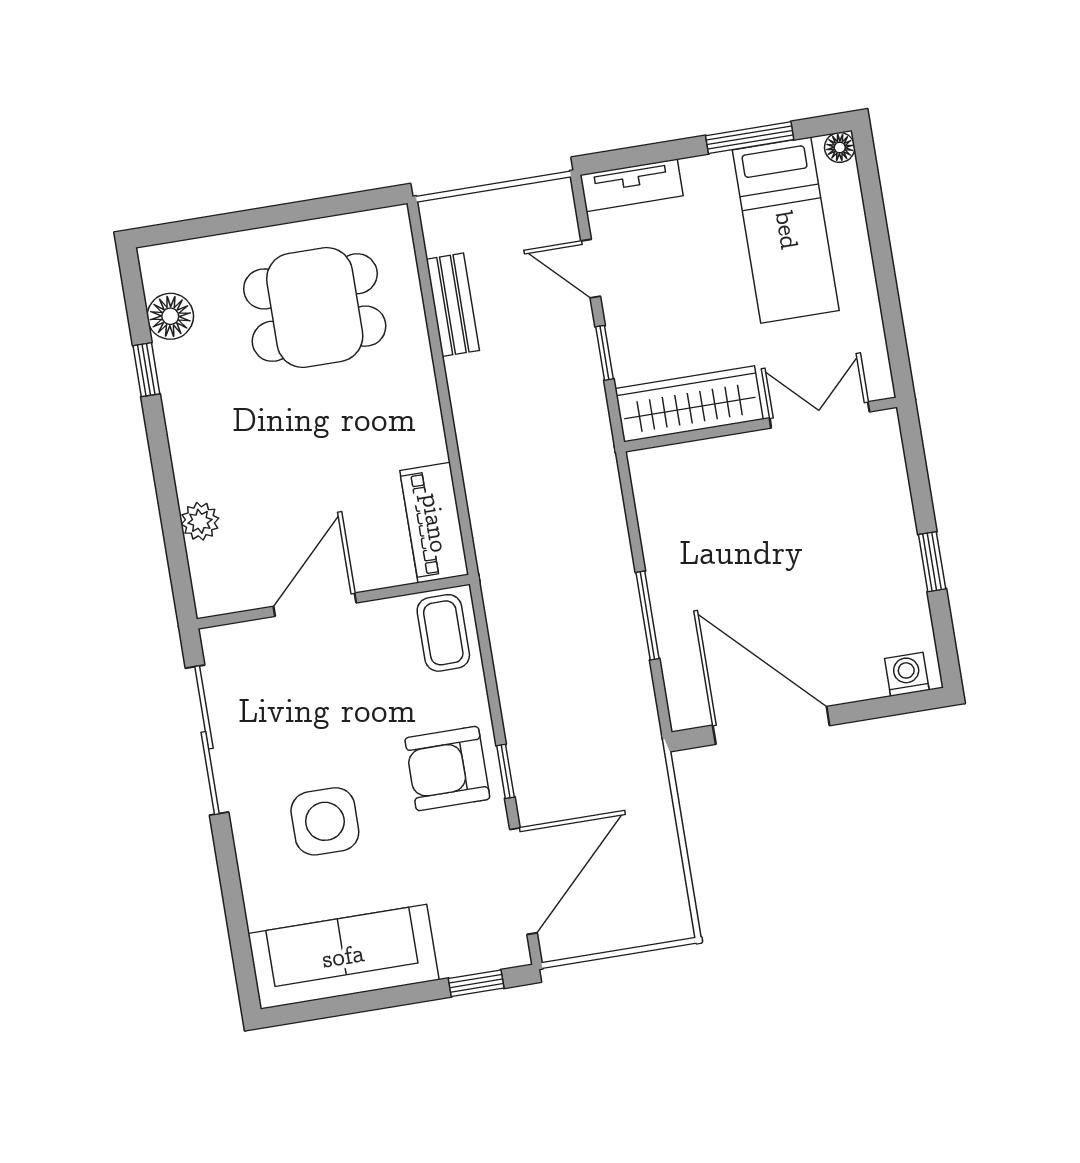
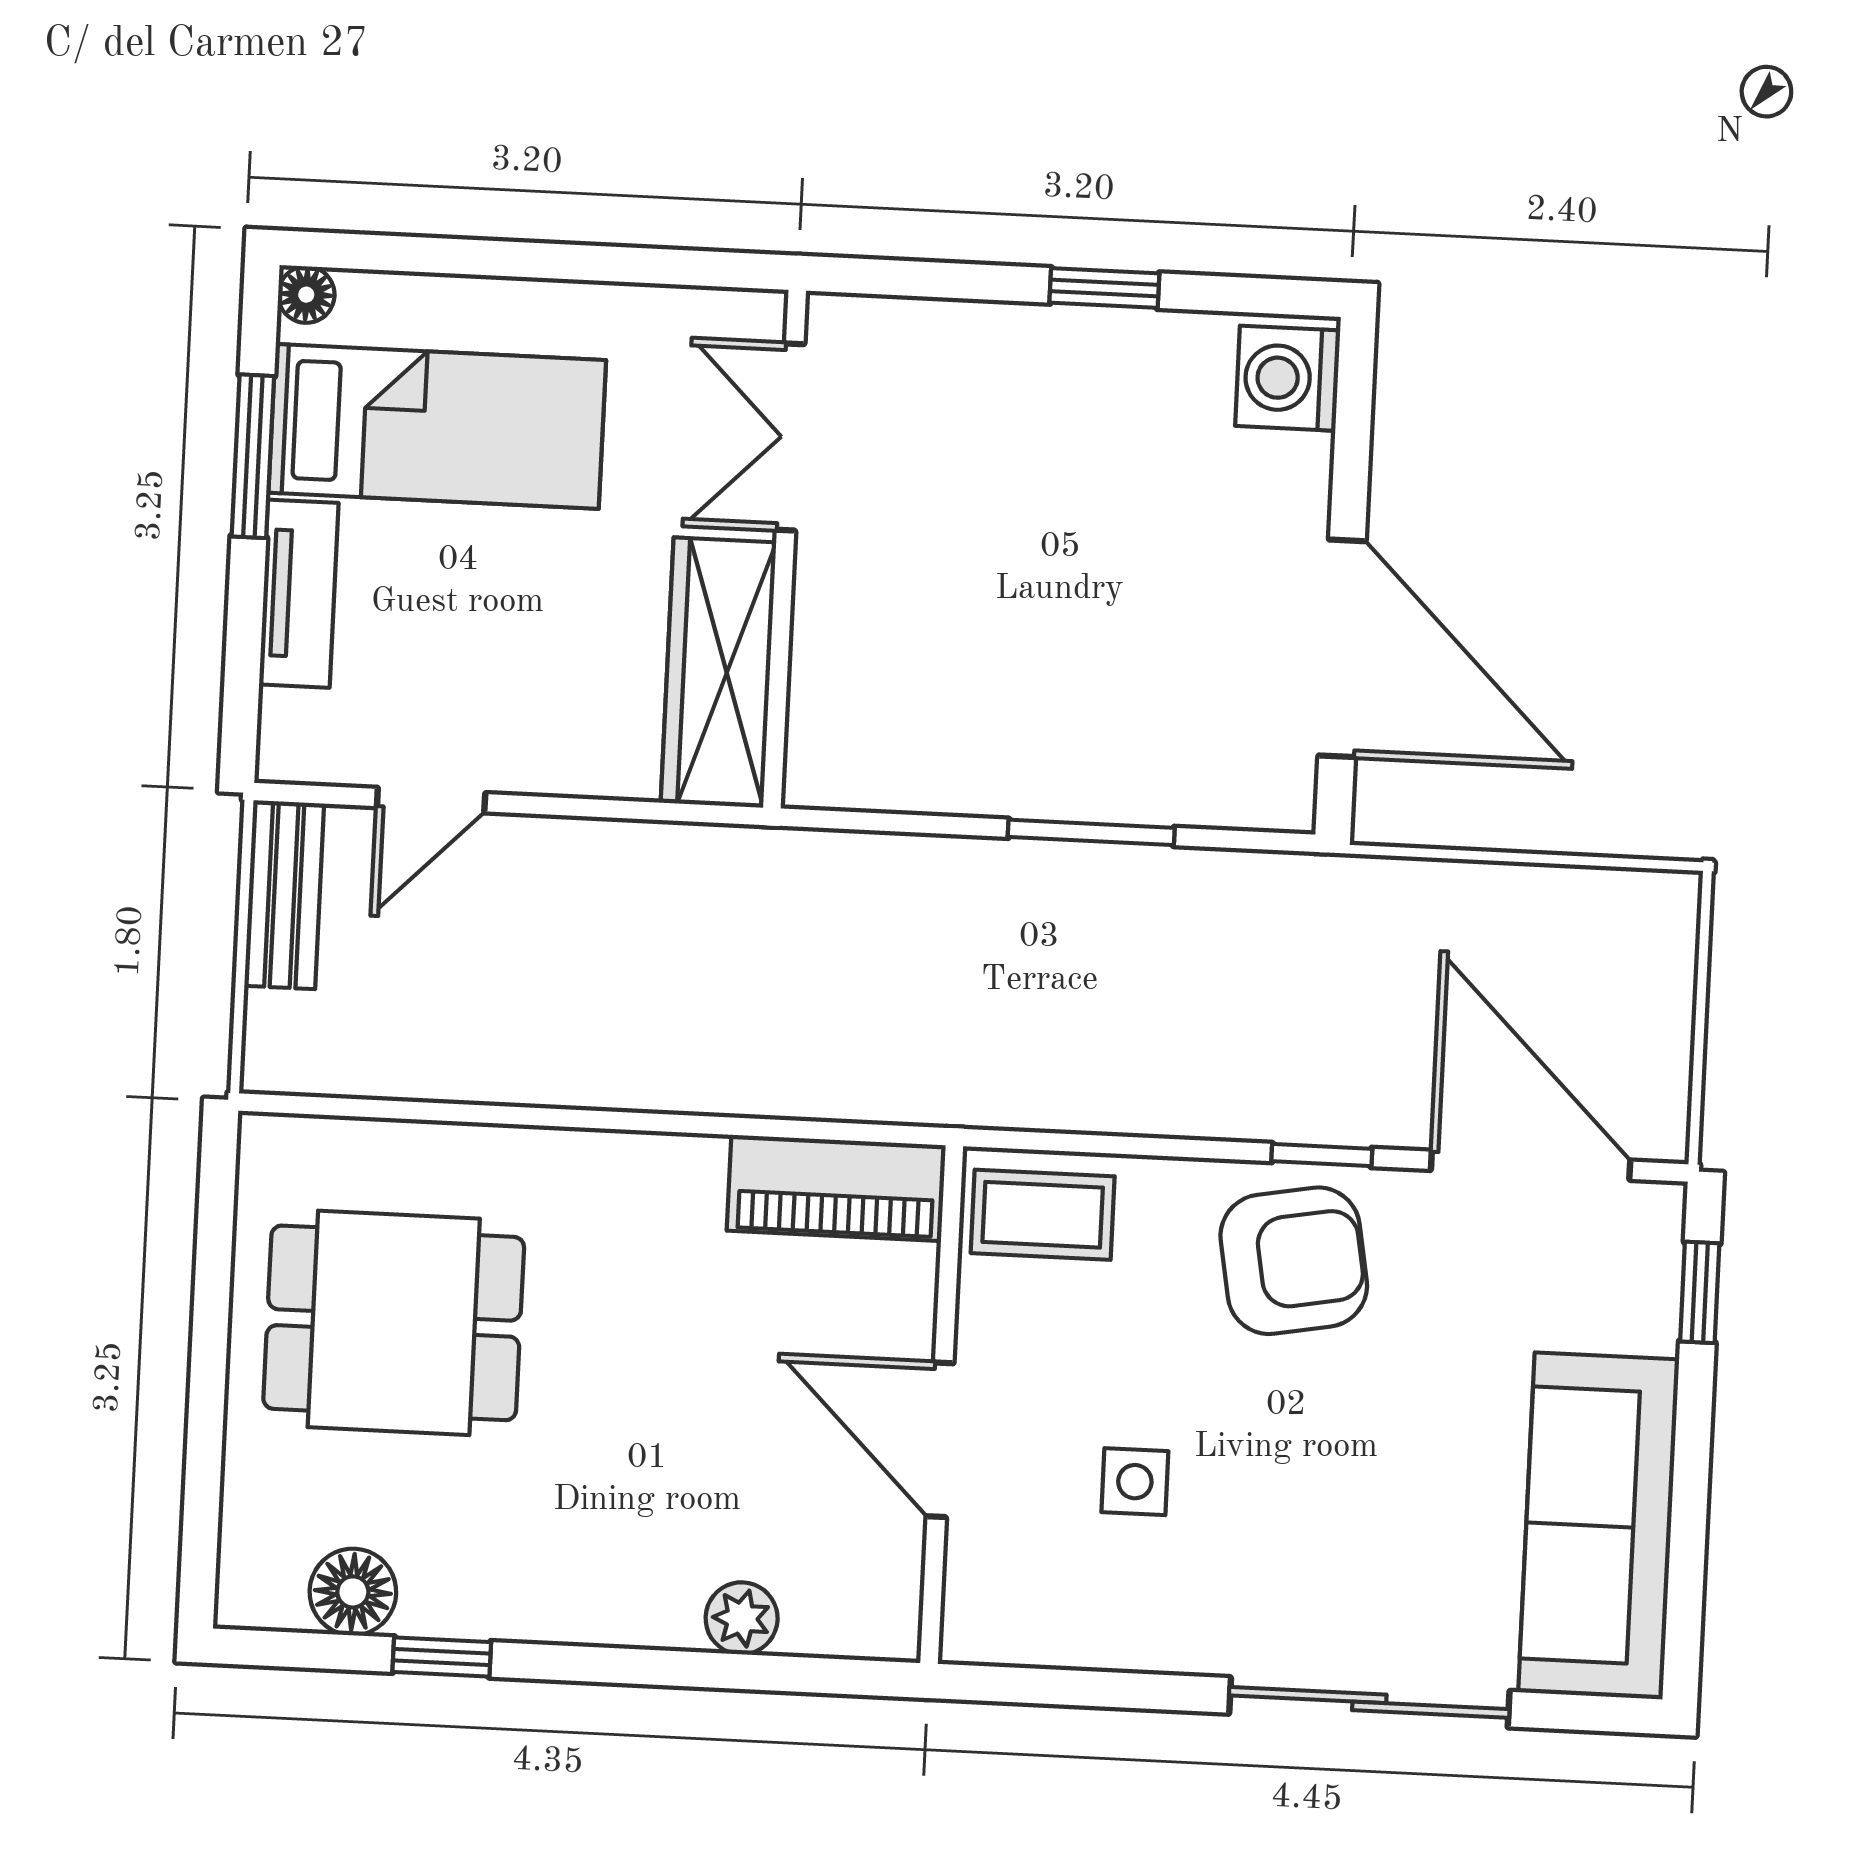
tv unit: (632, 185) -> (299, 594), moved
bench: (453, 305) -> (284, 895), moved, turned 90
dining table: (315, 308) -> (394, 1323), turned 90
window: (605, 353) -> (591, 808), removed
washing machine: (907, 674) -> (1288, 378), width x1.38, depth x1.38
door: (771, 725) -> (1342, 648), swing flipped
sliding door: (207, 740) -> (1369, 1702), moved
armchair: (447, 769) -> (1294, 1261), turned -100
side table: (325, 821) -> (1135, 1482), moved, width x0.54, depth x0.54

